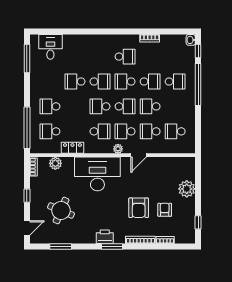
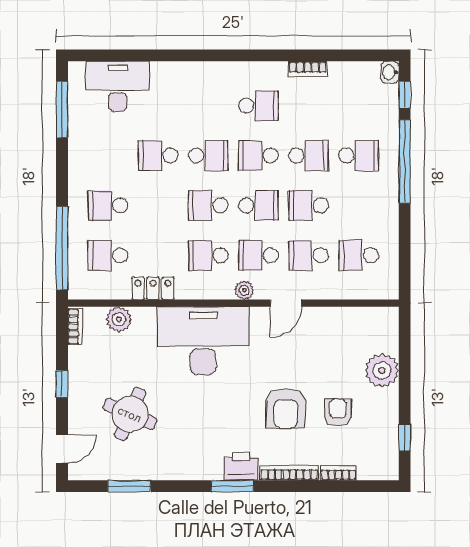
desk: (50, 47) -> (118, 86), width x1.37
school desk: (100, 131) -> (208, 255), turned 180
printer: (105, 237) -> (241, 466), moved

